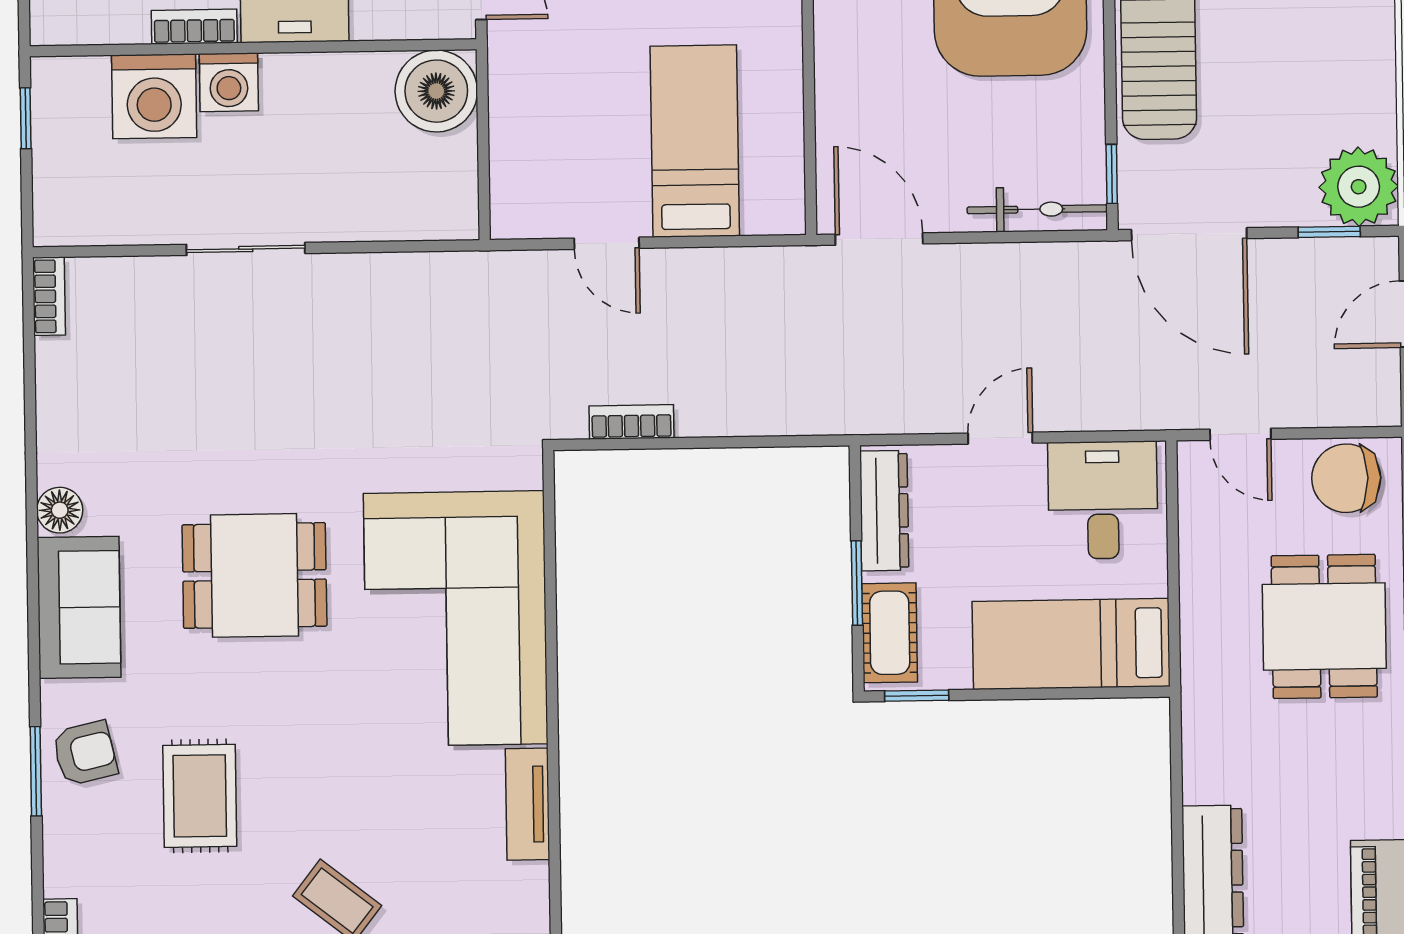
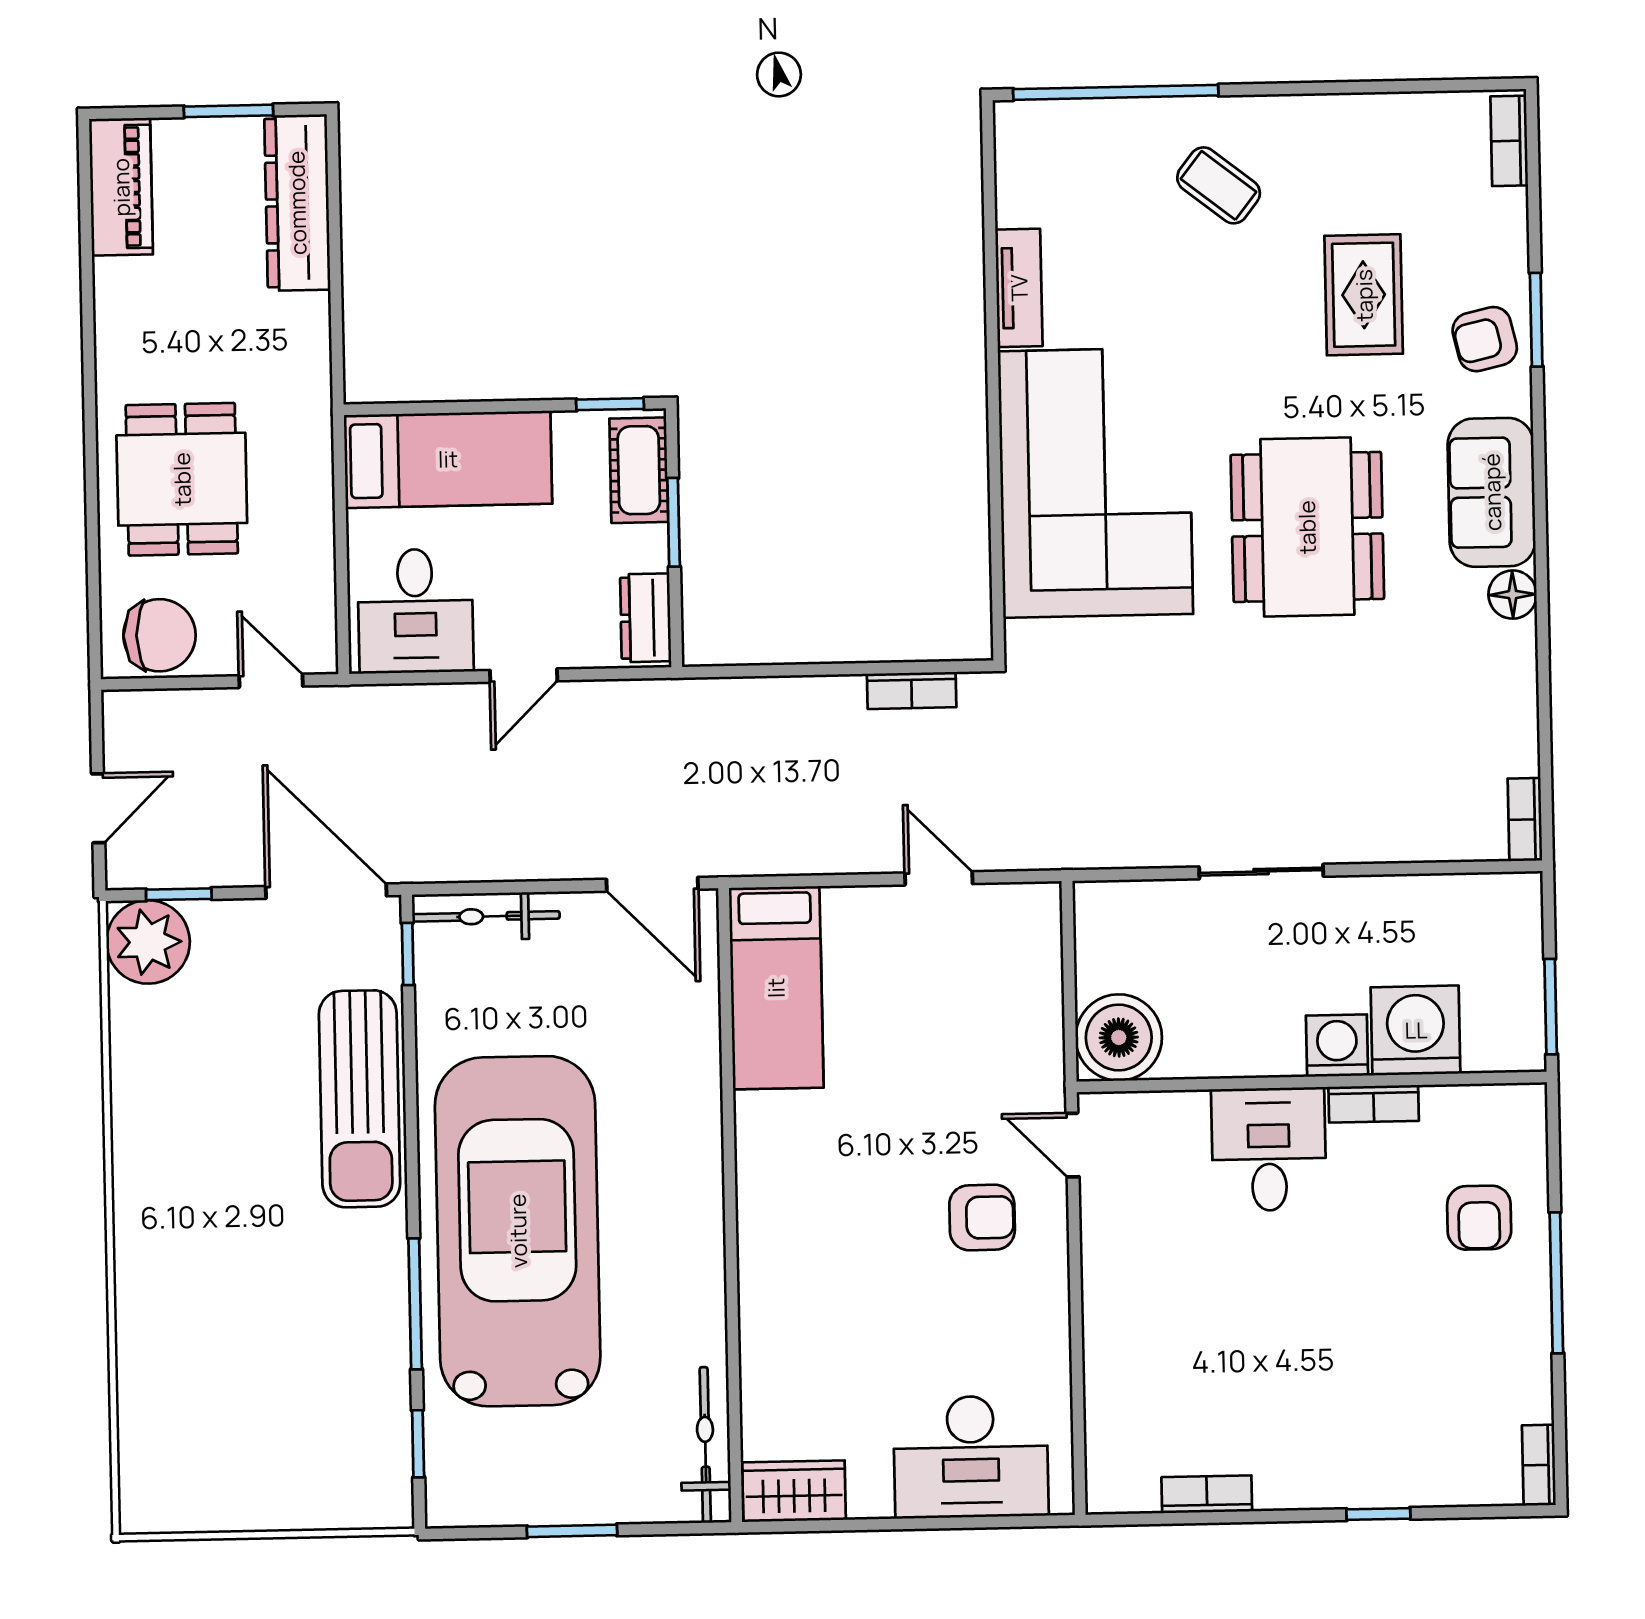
window: (26, 118) -> (1551, 1007), width x1.50
bed: (695, 141) -> (776, 988), moved
sliding door: (246, 249) -> (1261, 872), moved
dresser: (884, 511) -> (646, 618), width x0.70
dining table: (254, 575) -> (1307, 527), width x1.37

